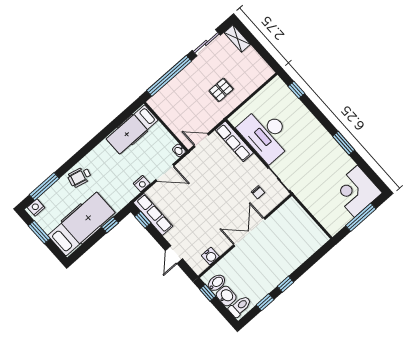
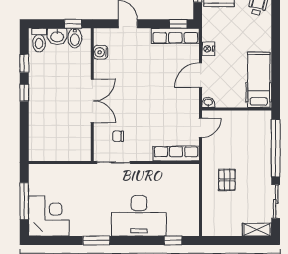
desk: (266, 134) -> (139, 216), moved, turned 180

